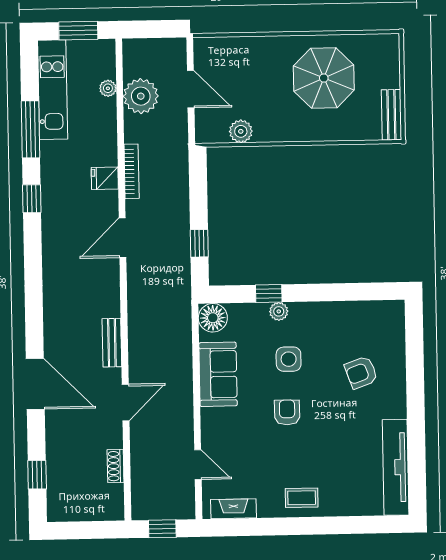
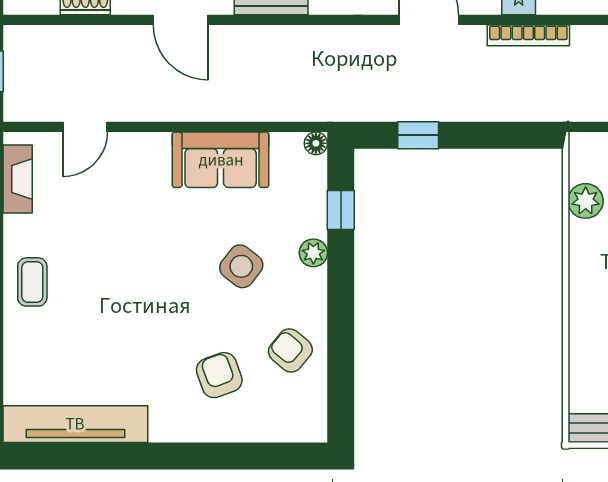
window: (269, 293) -> (341, 210), moved
floor lamp: (213, 318) -> (316, 143), width x0.53, depth x0.53
side table: (289, 359) -> (241, 266), turned 38
armchair: (287, 412) -> (290, 350), moved, turned -140

